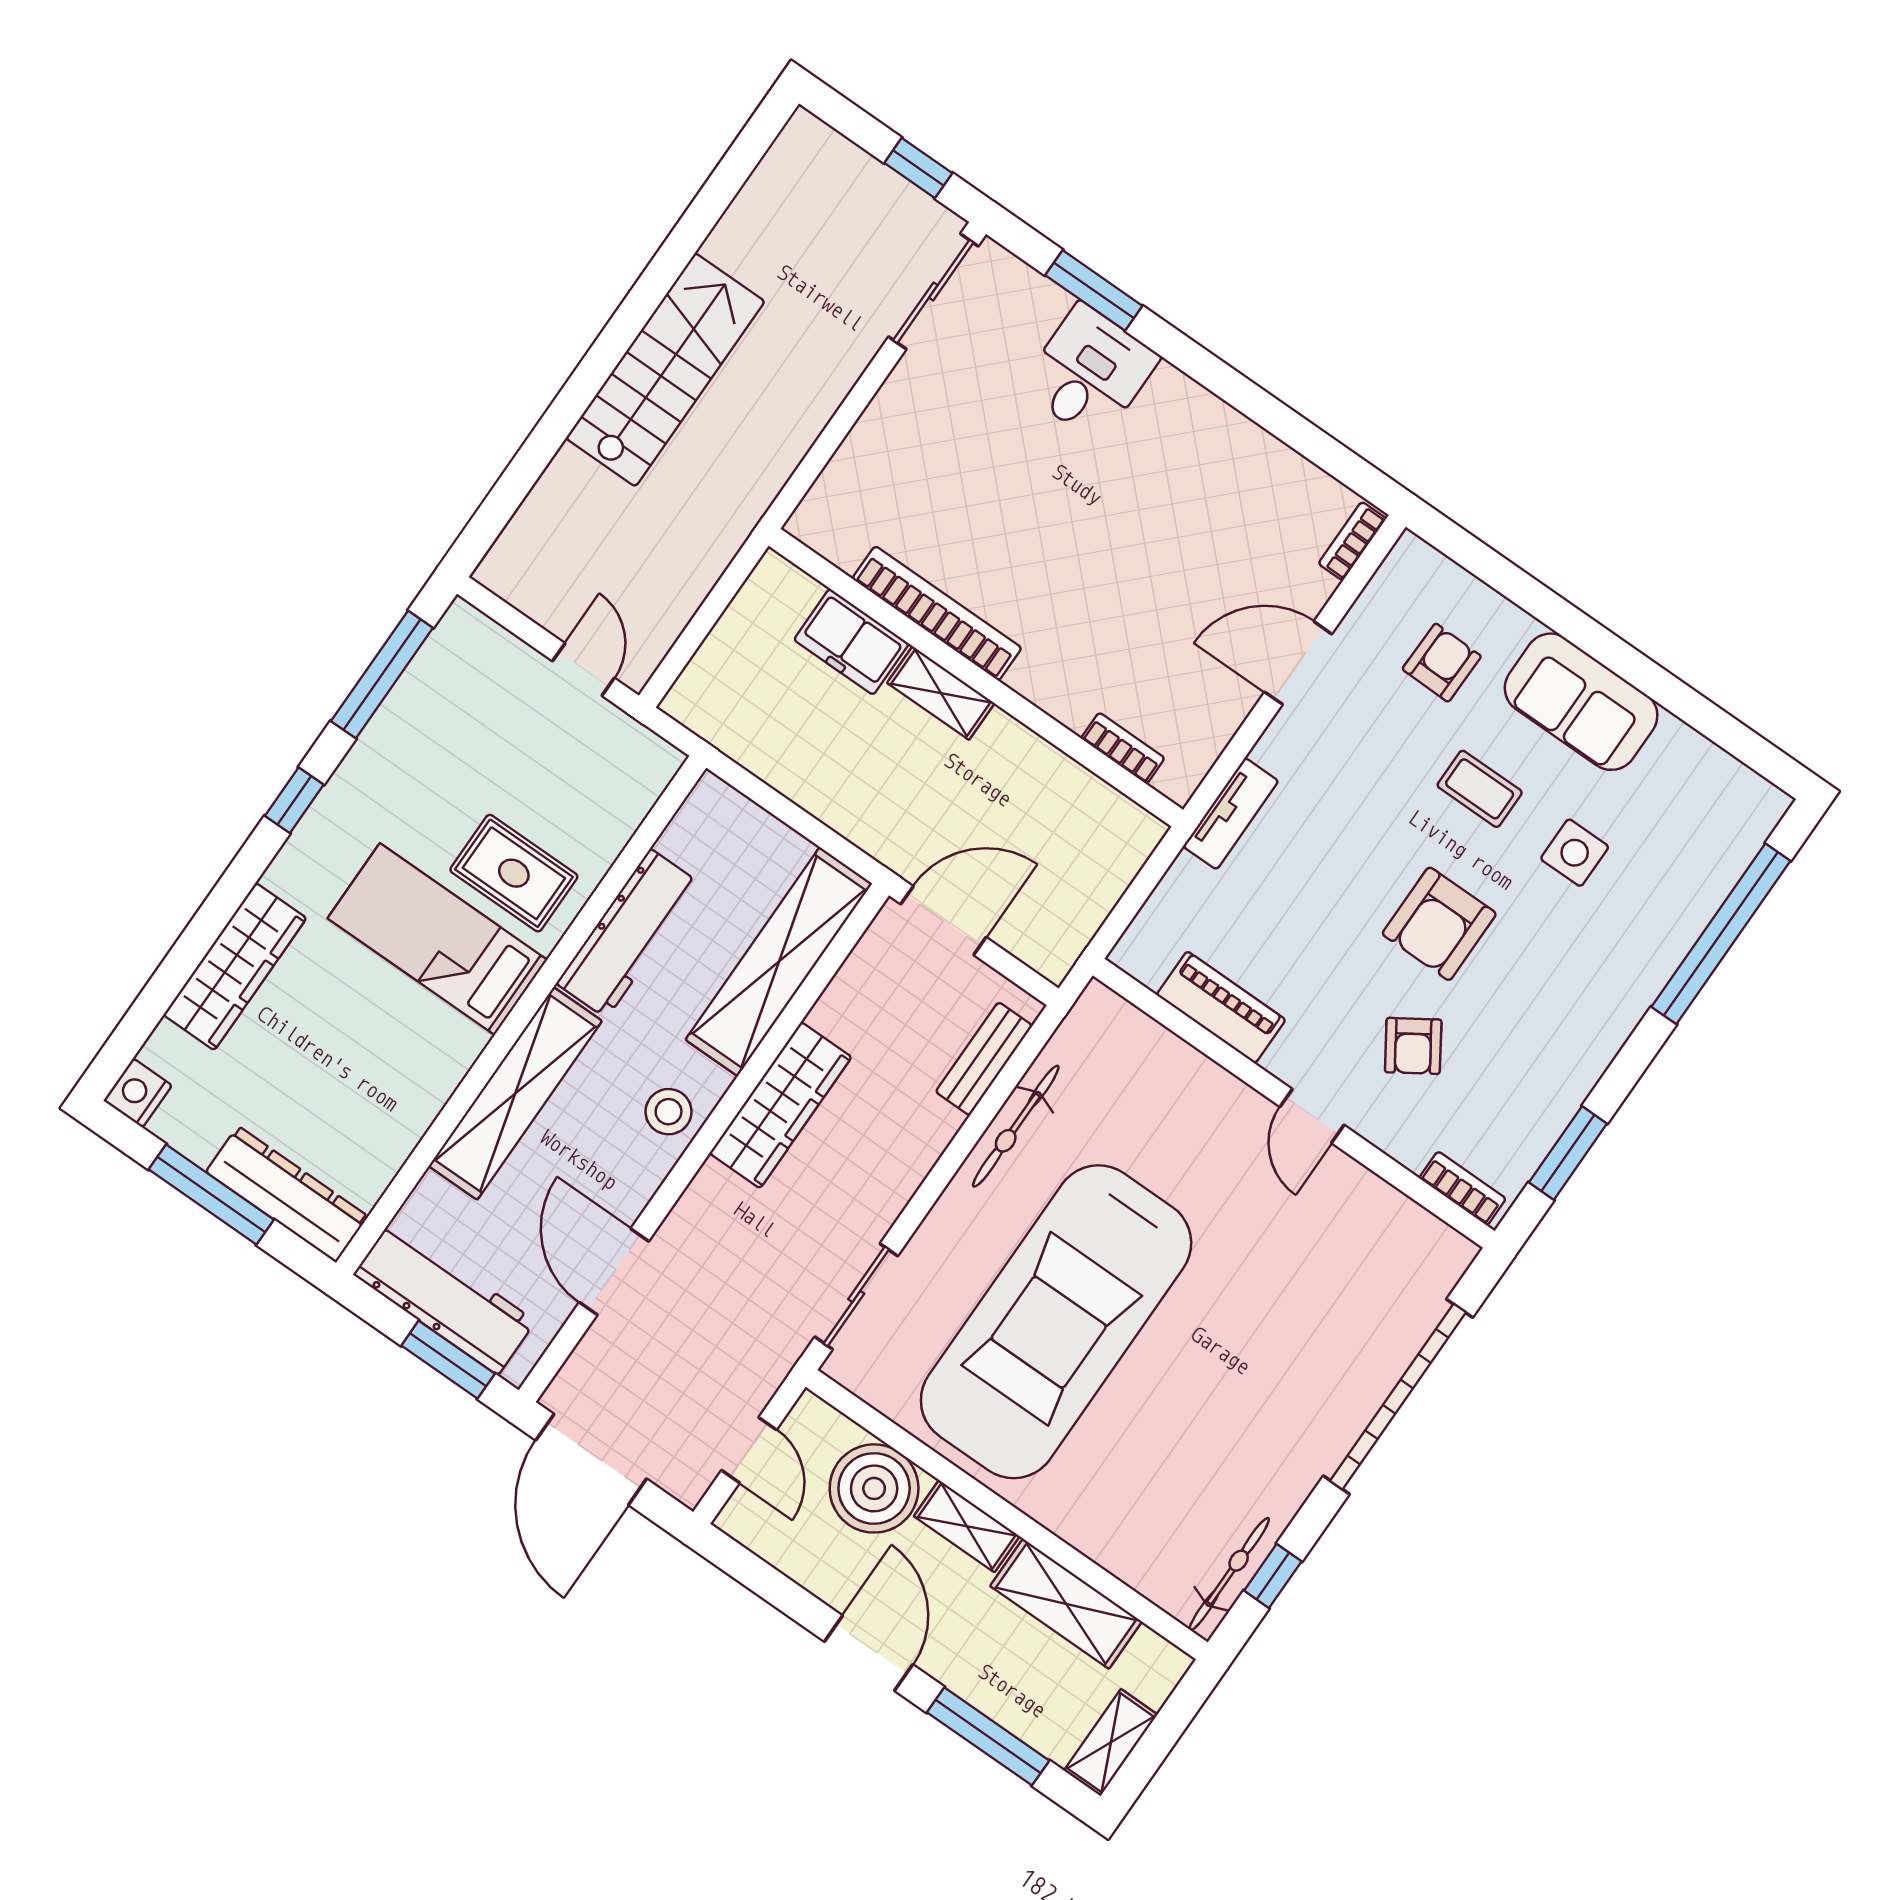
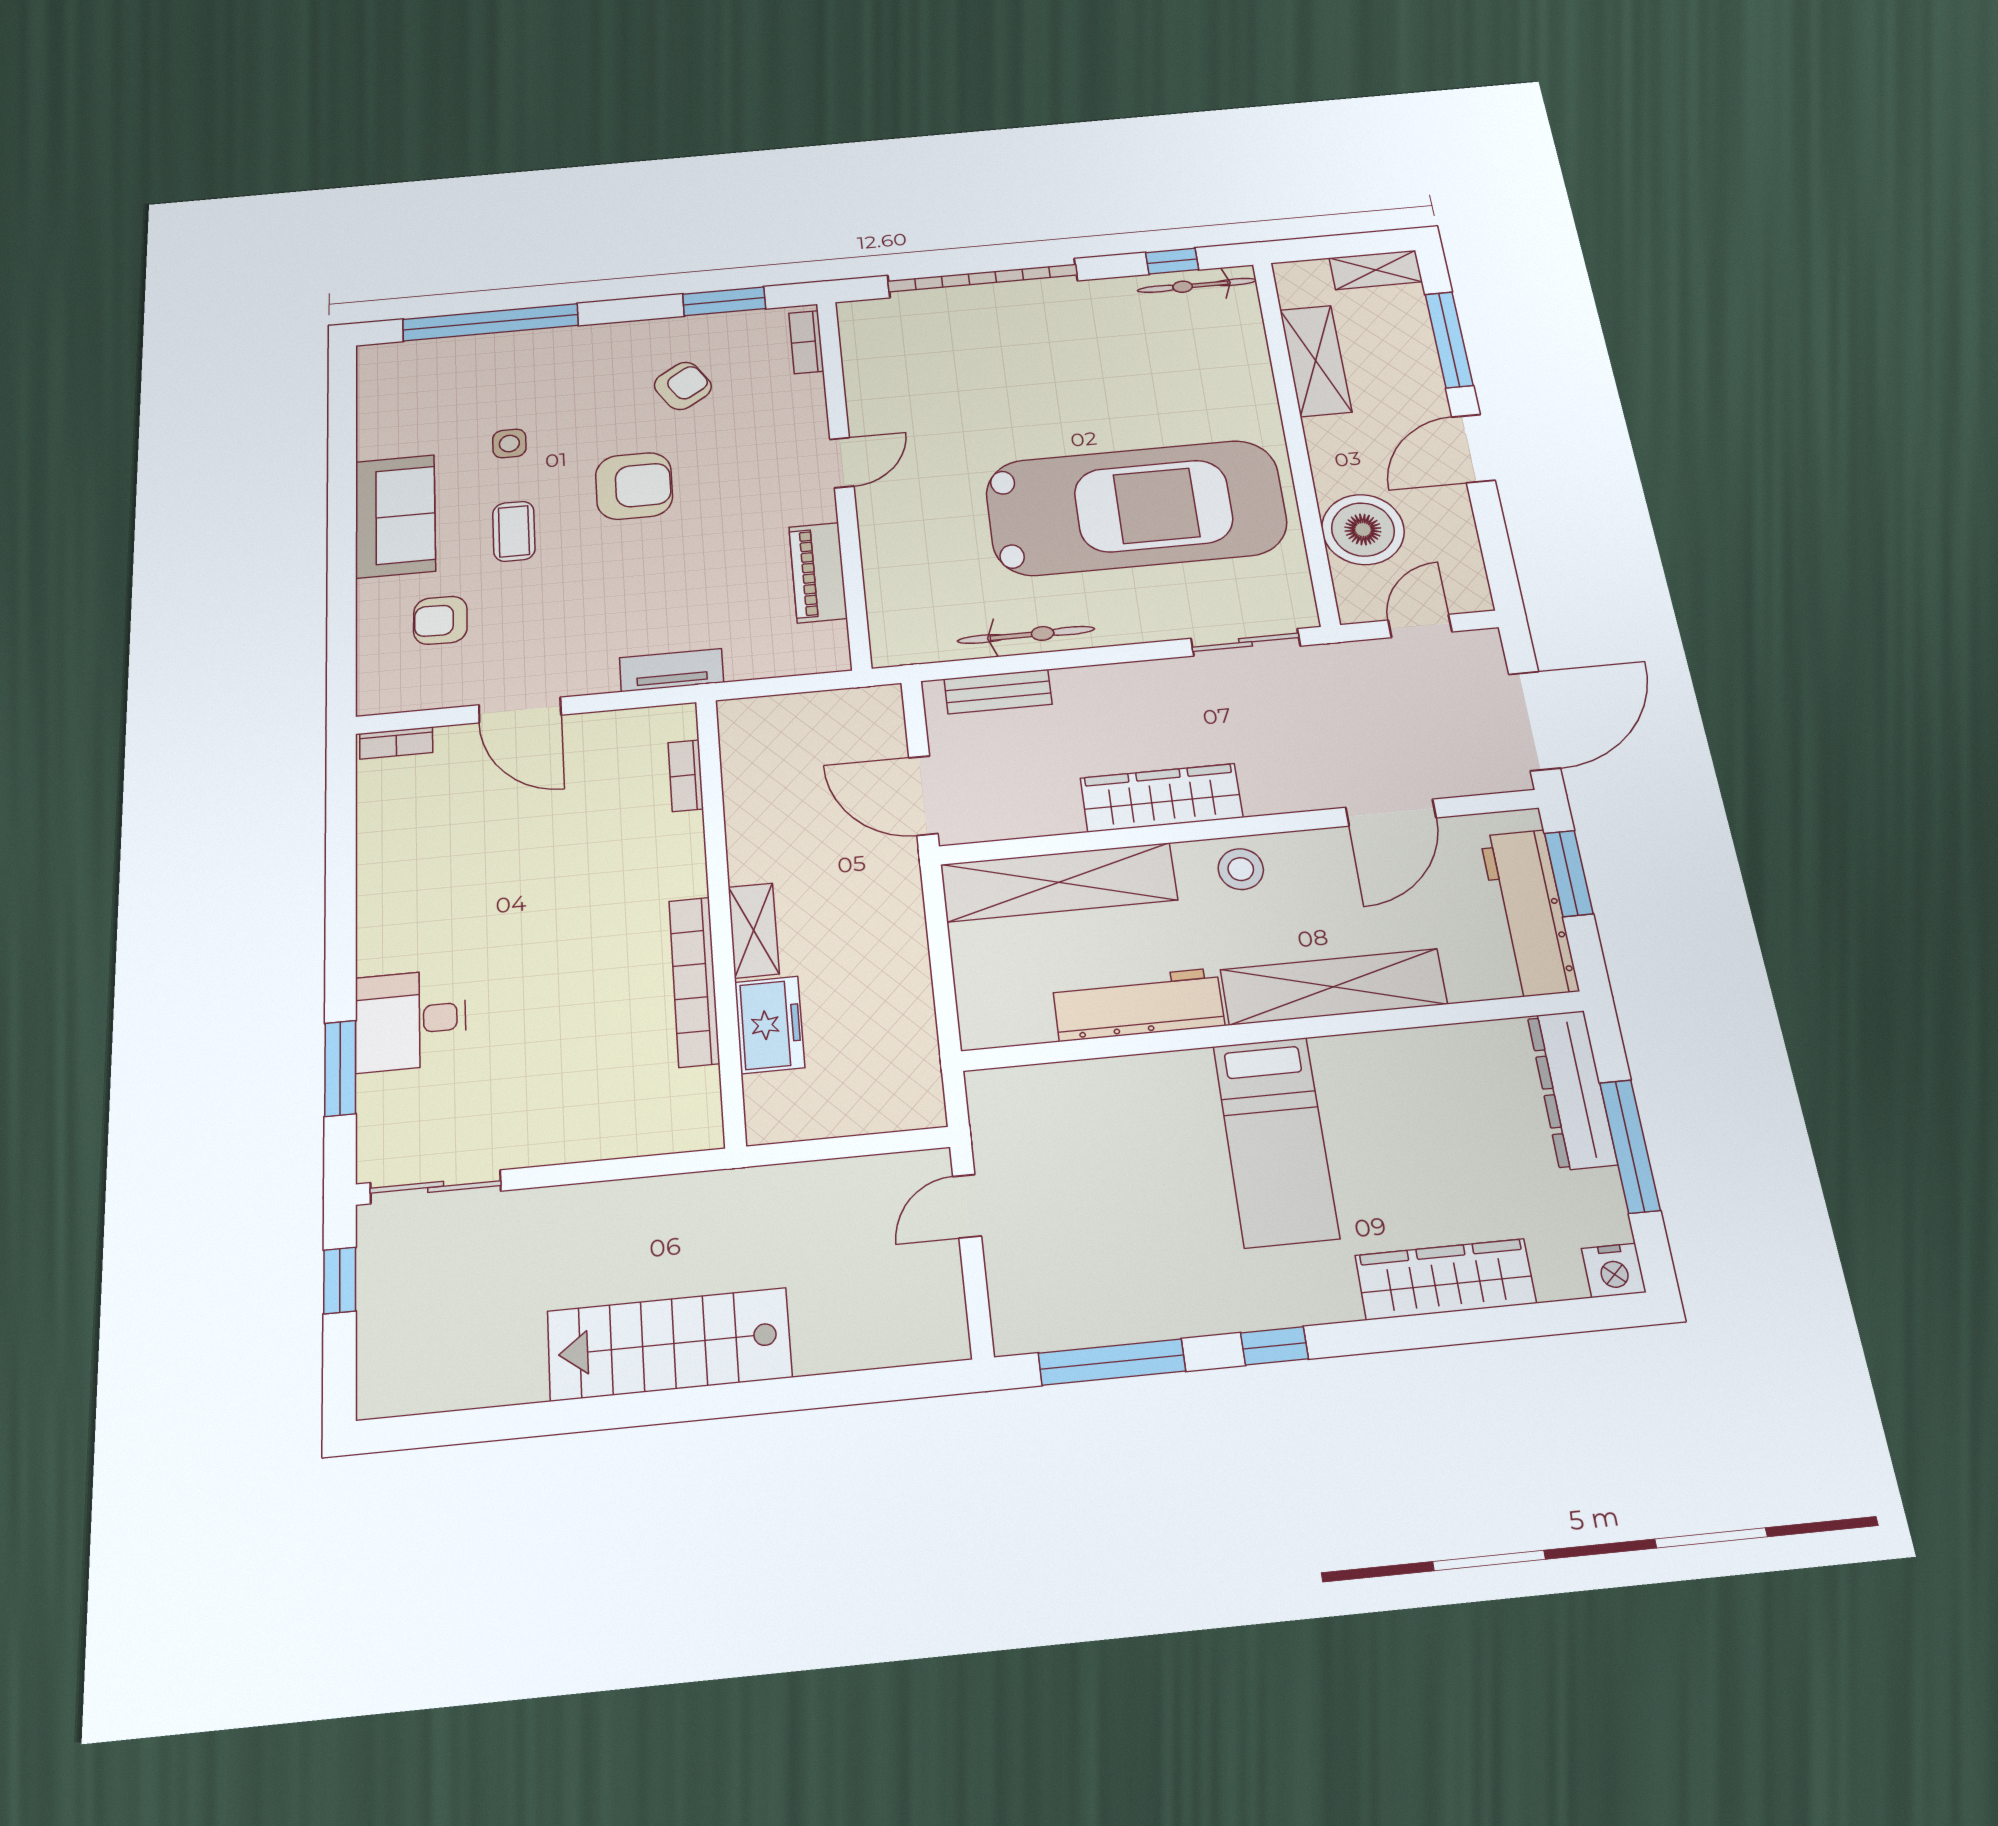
side table: (1575, 853) -> (509, 443), width x0.73, depth x0.73
rug: (514, 873) -> (1172, 1126), removed
armchair: (1413, 1046) -> (683, 386), moved
shelving: (967, 1526) -> (1328, 456), removed

